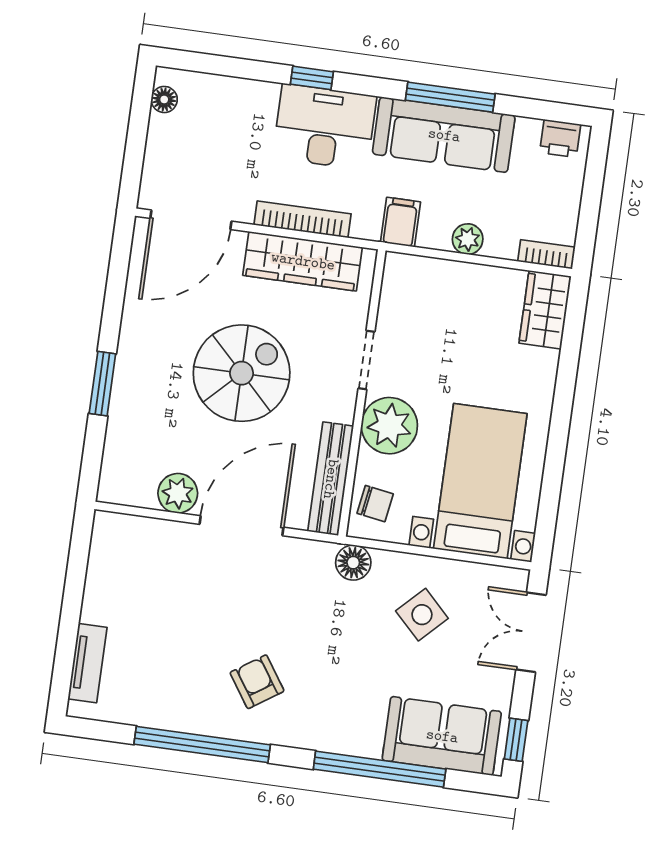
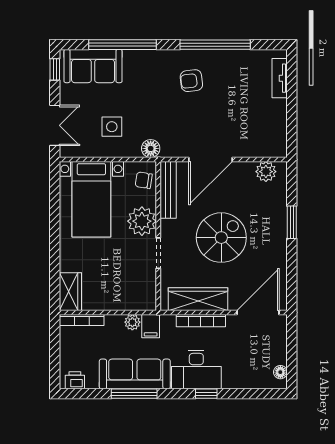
plant: (468, 239) -> (132, 322), moved
bookcase: (546, 254) -> (82, 320), width x1.56
spiral stairs: (242, 373) -> (221, 238), turned 180
plant: (178, 493) -> (266, 172), moved
side table: (422, 615) -> (112, 127), turned 45
armchair: (257, 682) -> (191, 81), turned 117

